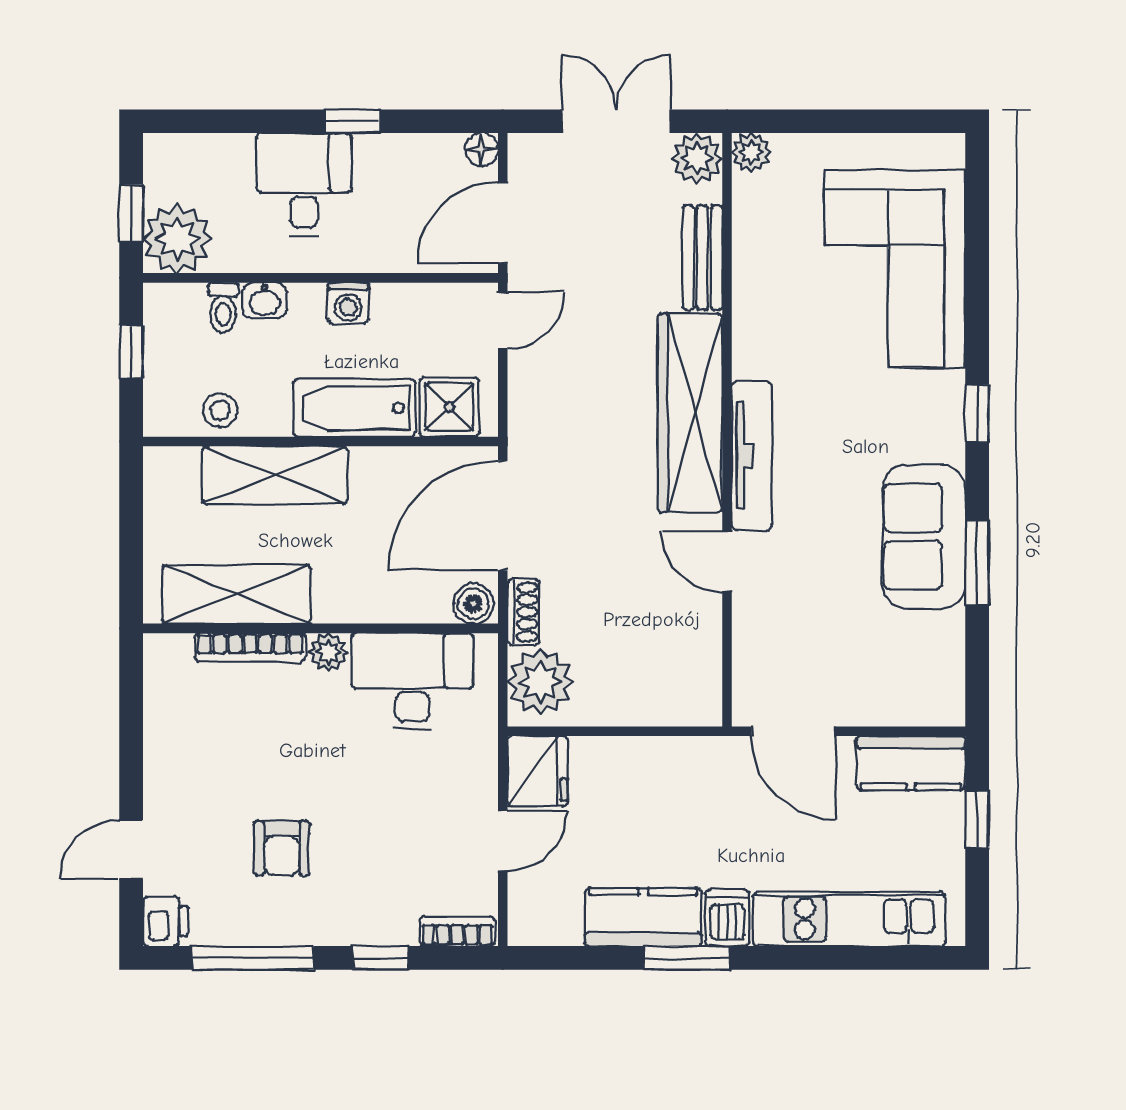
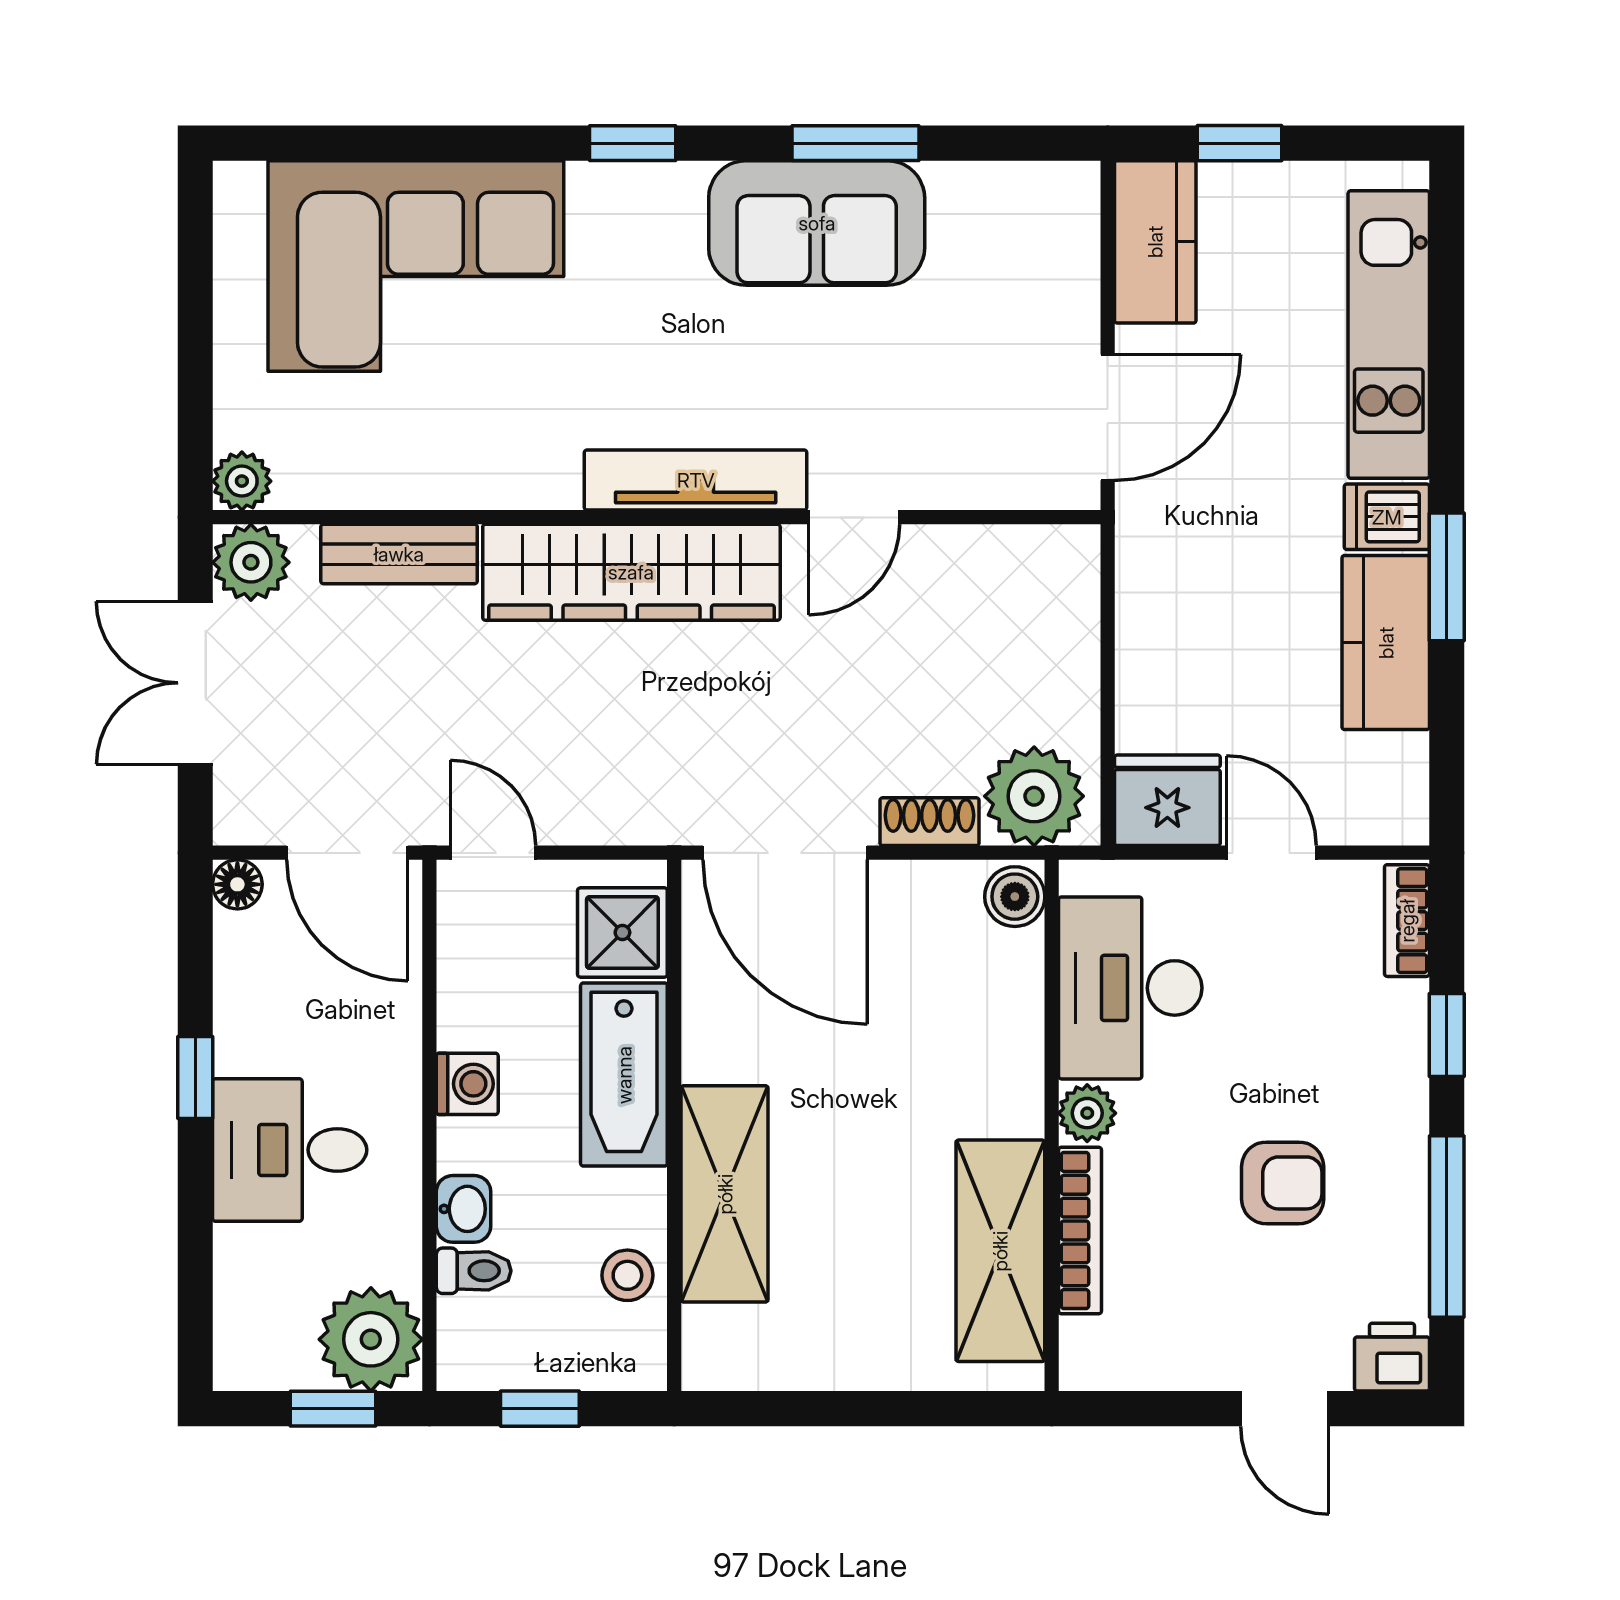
shelving: (237, 594) -> (1000, 1251), moved
boiler: (473, 604) -> (1015, 897), moved
wall: (320, 628) -> (1052, 1125), moved
bookcase: (250, 647) -> (1080, 1231), moved
plant: (329, 652) -> (1087, 1113), moved
desk: (412, 681) -> (1130, 988), moved

